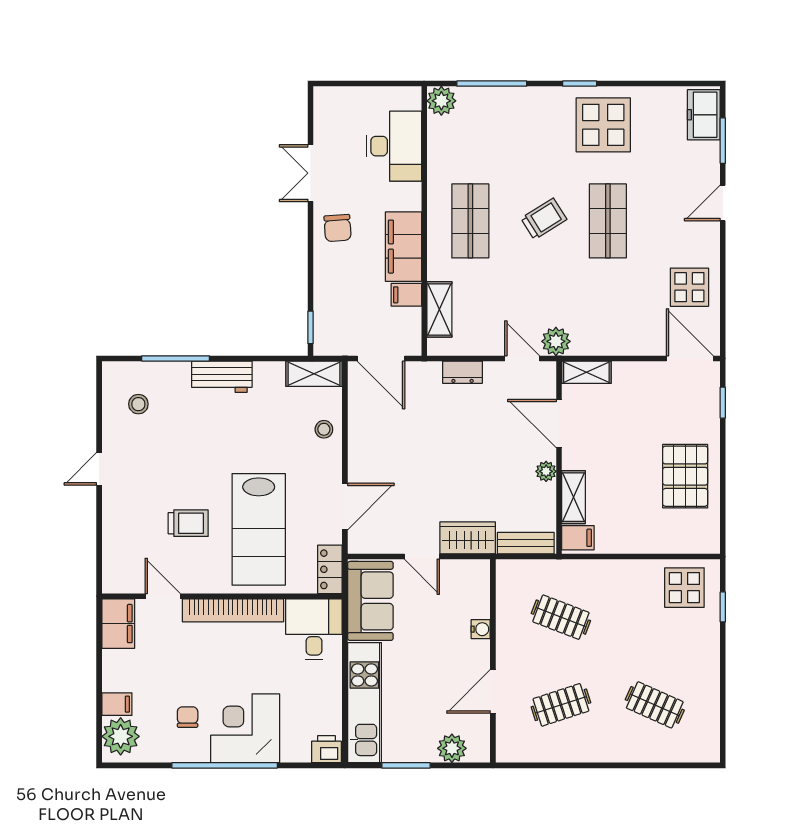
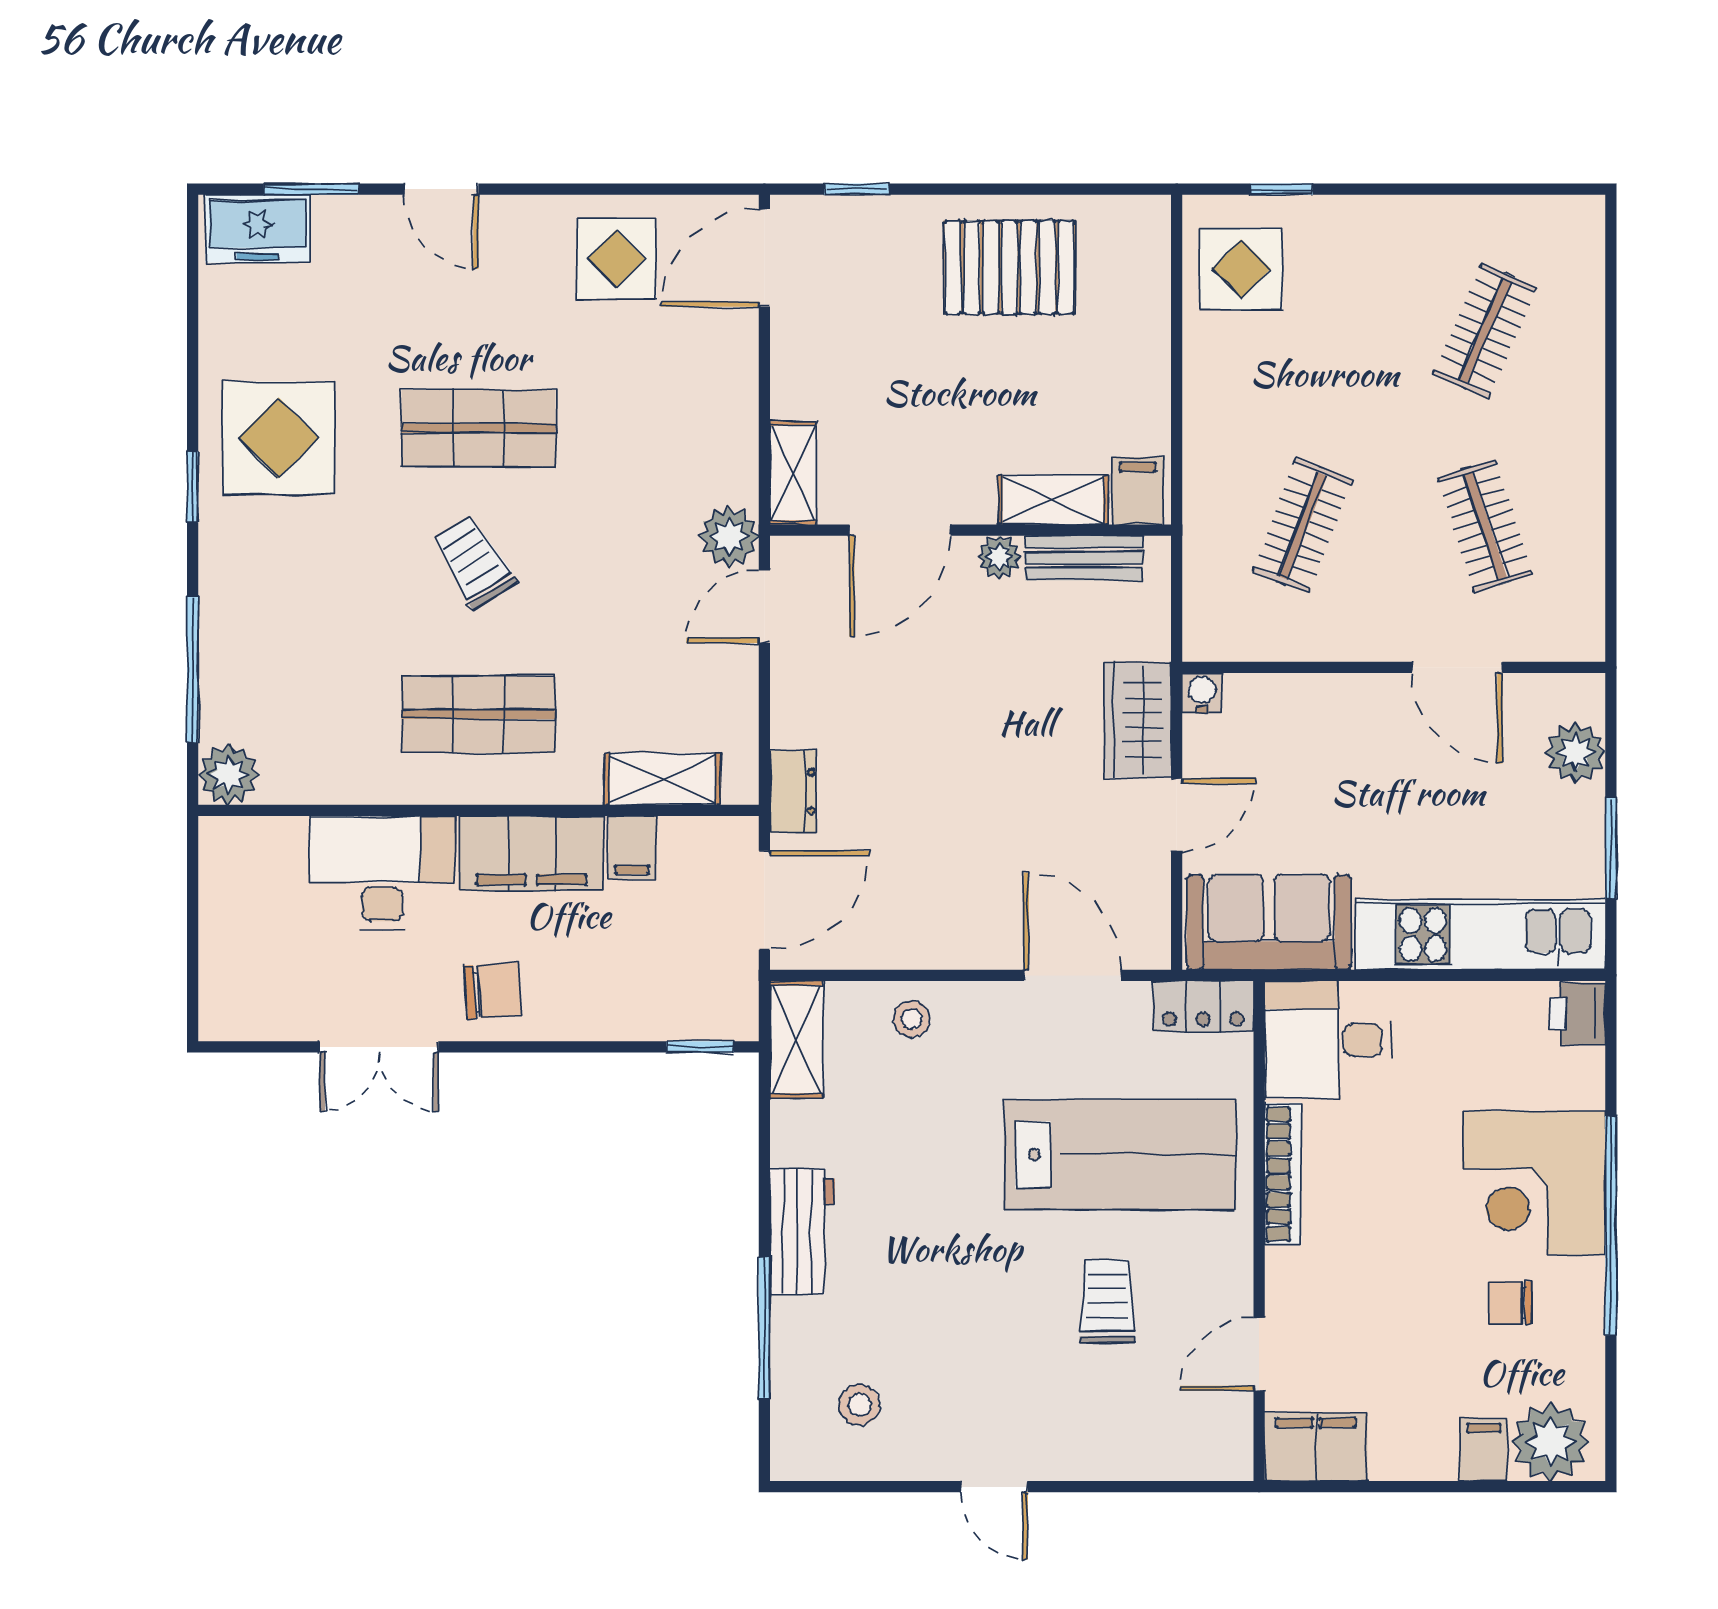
desk: (394, 146) -> (382, 873), moved
dresser: (463, 372) -> (793, 792), moved
bench: (526, 543) -> (1084, 558), moved, turned 90
bookcase: (233, 610) -> (1283, 1174), width x0.68, depth x0.76
water cooler: (481, 629) -> (1202, 693), moved

